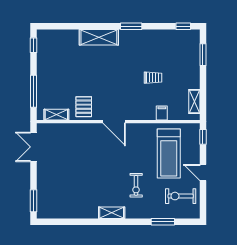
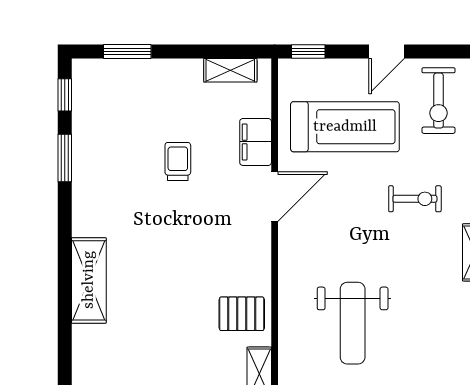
window: (131, 26) -> (65, 158), moved
filing cabinet: (162, 113) -> (256, 142), width x2.00
door: (114, 122) -> (275, 197), moved
weight bench: (80, 157) -> (353, 323), added

